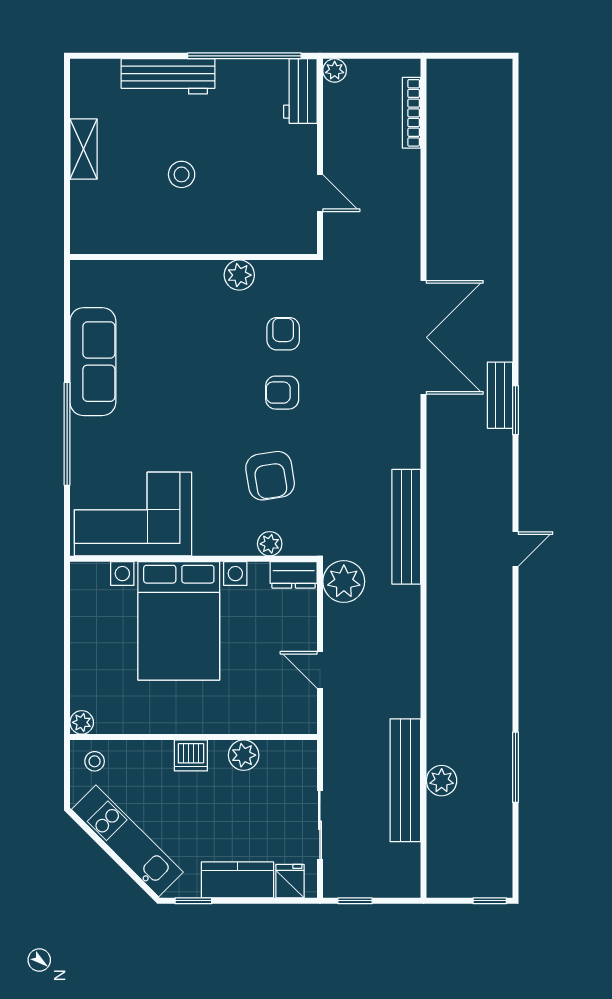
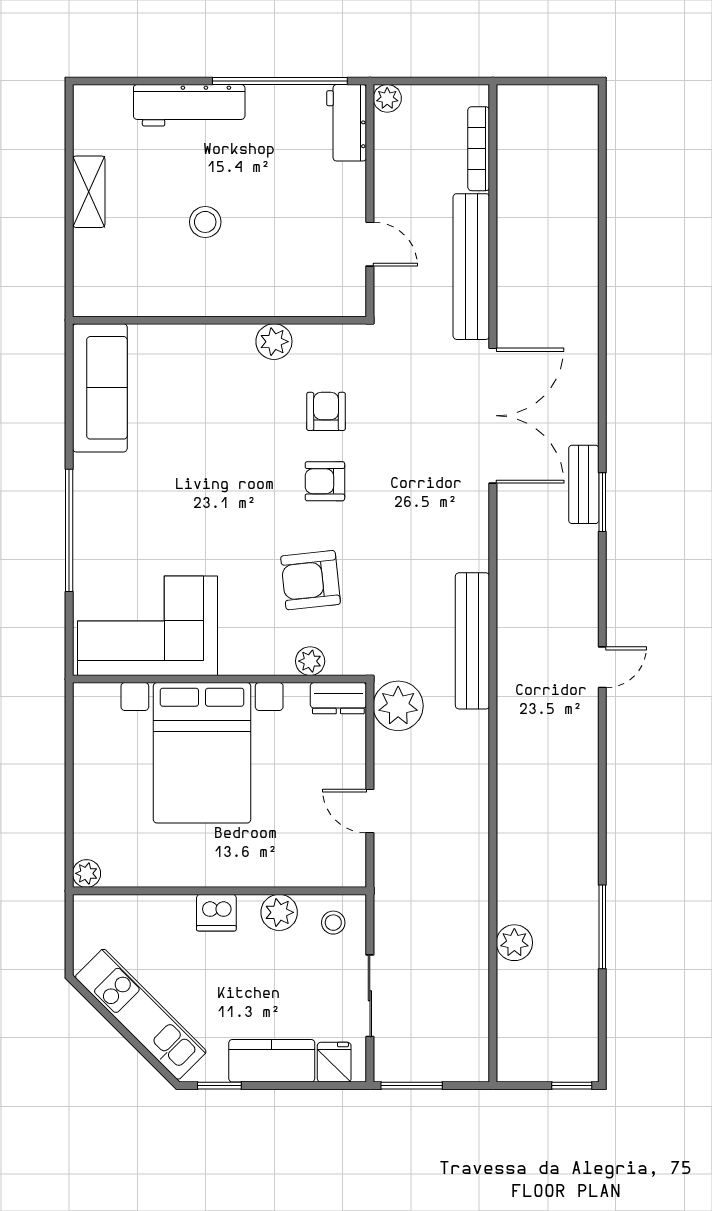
sofa: (93, 362) -> (100, 388), moved
armchair: (270, 476) -> (311, 580), turned 93
stool: (95, 761) -> (333, 923), moved
bench: (405, 780) -> (471, 267), moved
window: (355, 901) -> (412, 1086), width x1.50

